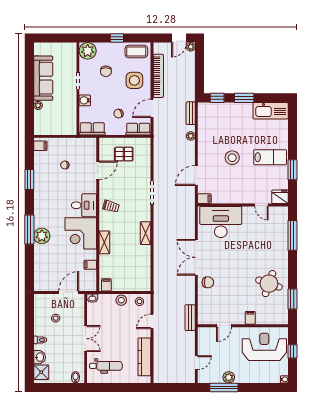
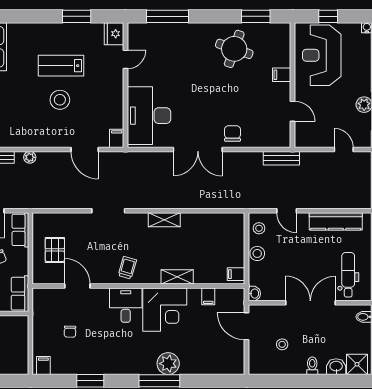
lab bench: (270, 157) -> (61, 66), moved, turned -90
double door: (86, 339) -> (310, 303), width x1.37

